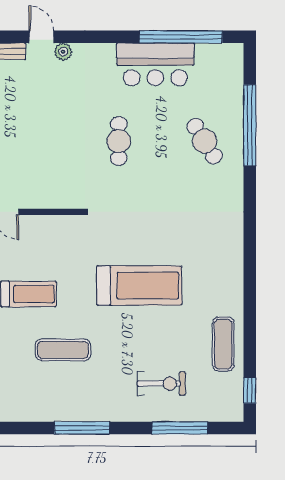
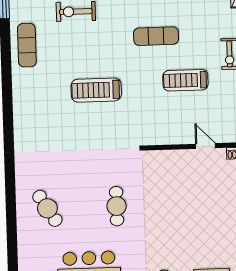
window: (250, 125) -> (11, 222), removed
treadmill: (139, 286) -> (96, 90), width x0.73, depth x0.73

